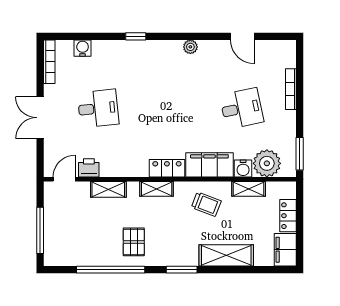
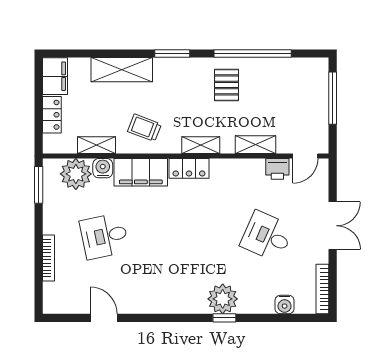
plant: (190, 47) -> (223, 299), moved, width x1.87, depth x1.87
desk: (98, 108) -> (267, 236), turned 30

